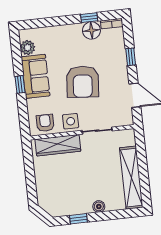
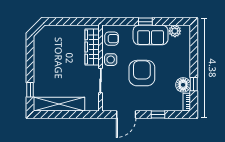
armchair: (83, 82) -> (142, 73), turned 85
boiler: (99, 206) -> (38, 75), removed
window: (78, 219) -> (30, 90), moved

